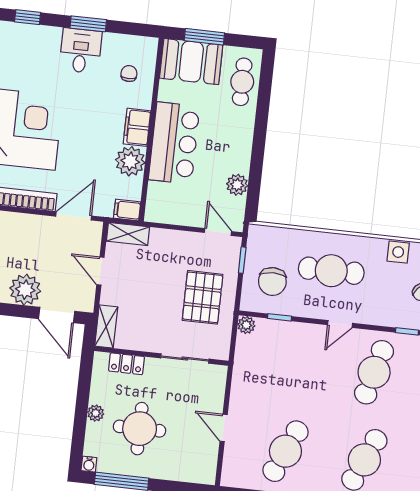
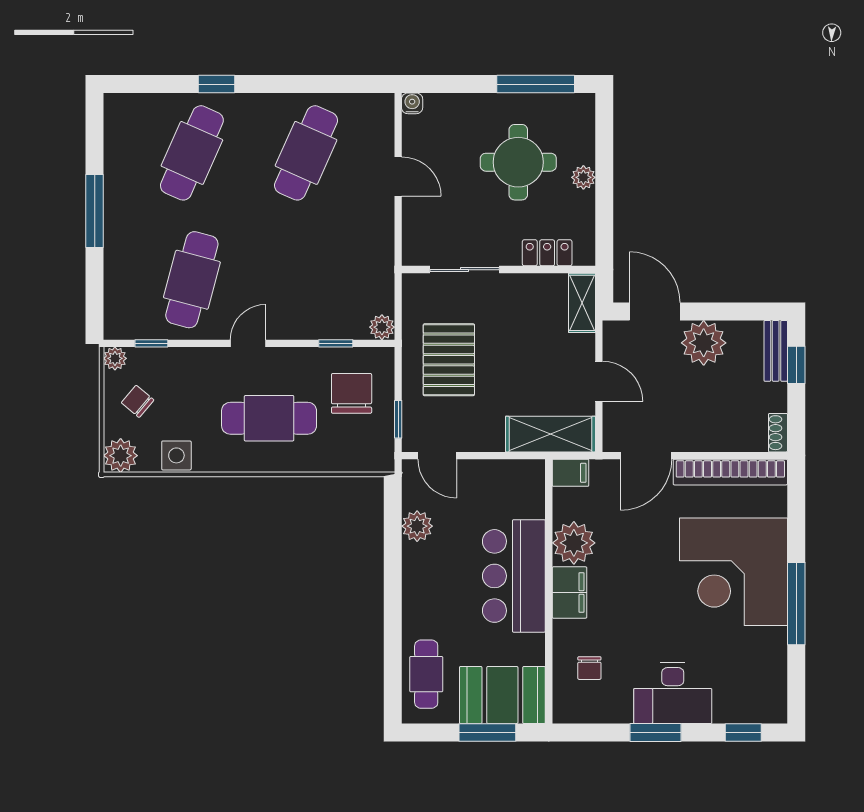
desk: (81, 51) -> (673, 693), width x1.37
shelving: (128, 234) -> (550, 434), width x1.50, depth x1.33
water cooler: (89, 464) -> (412, 103), moved

